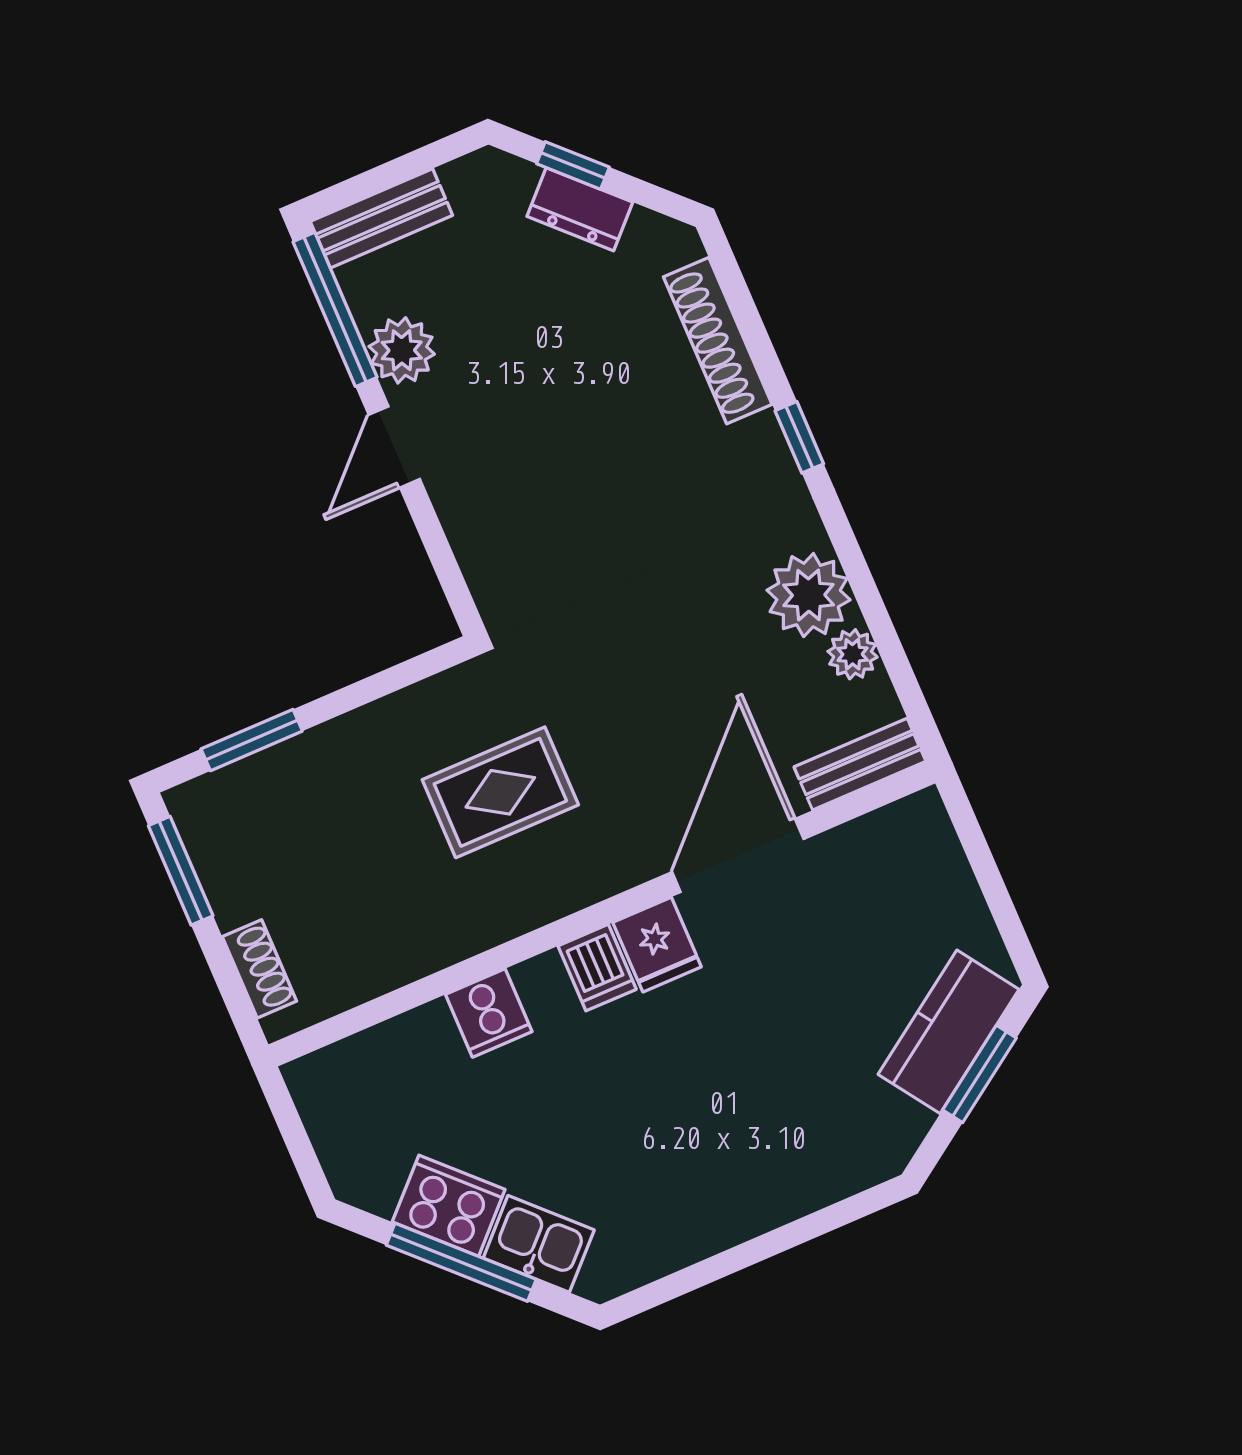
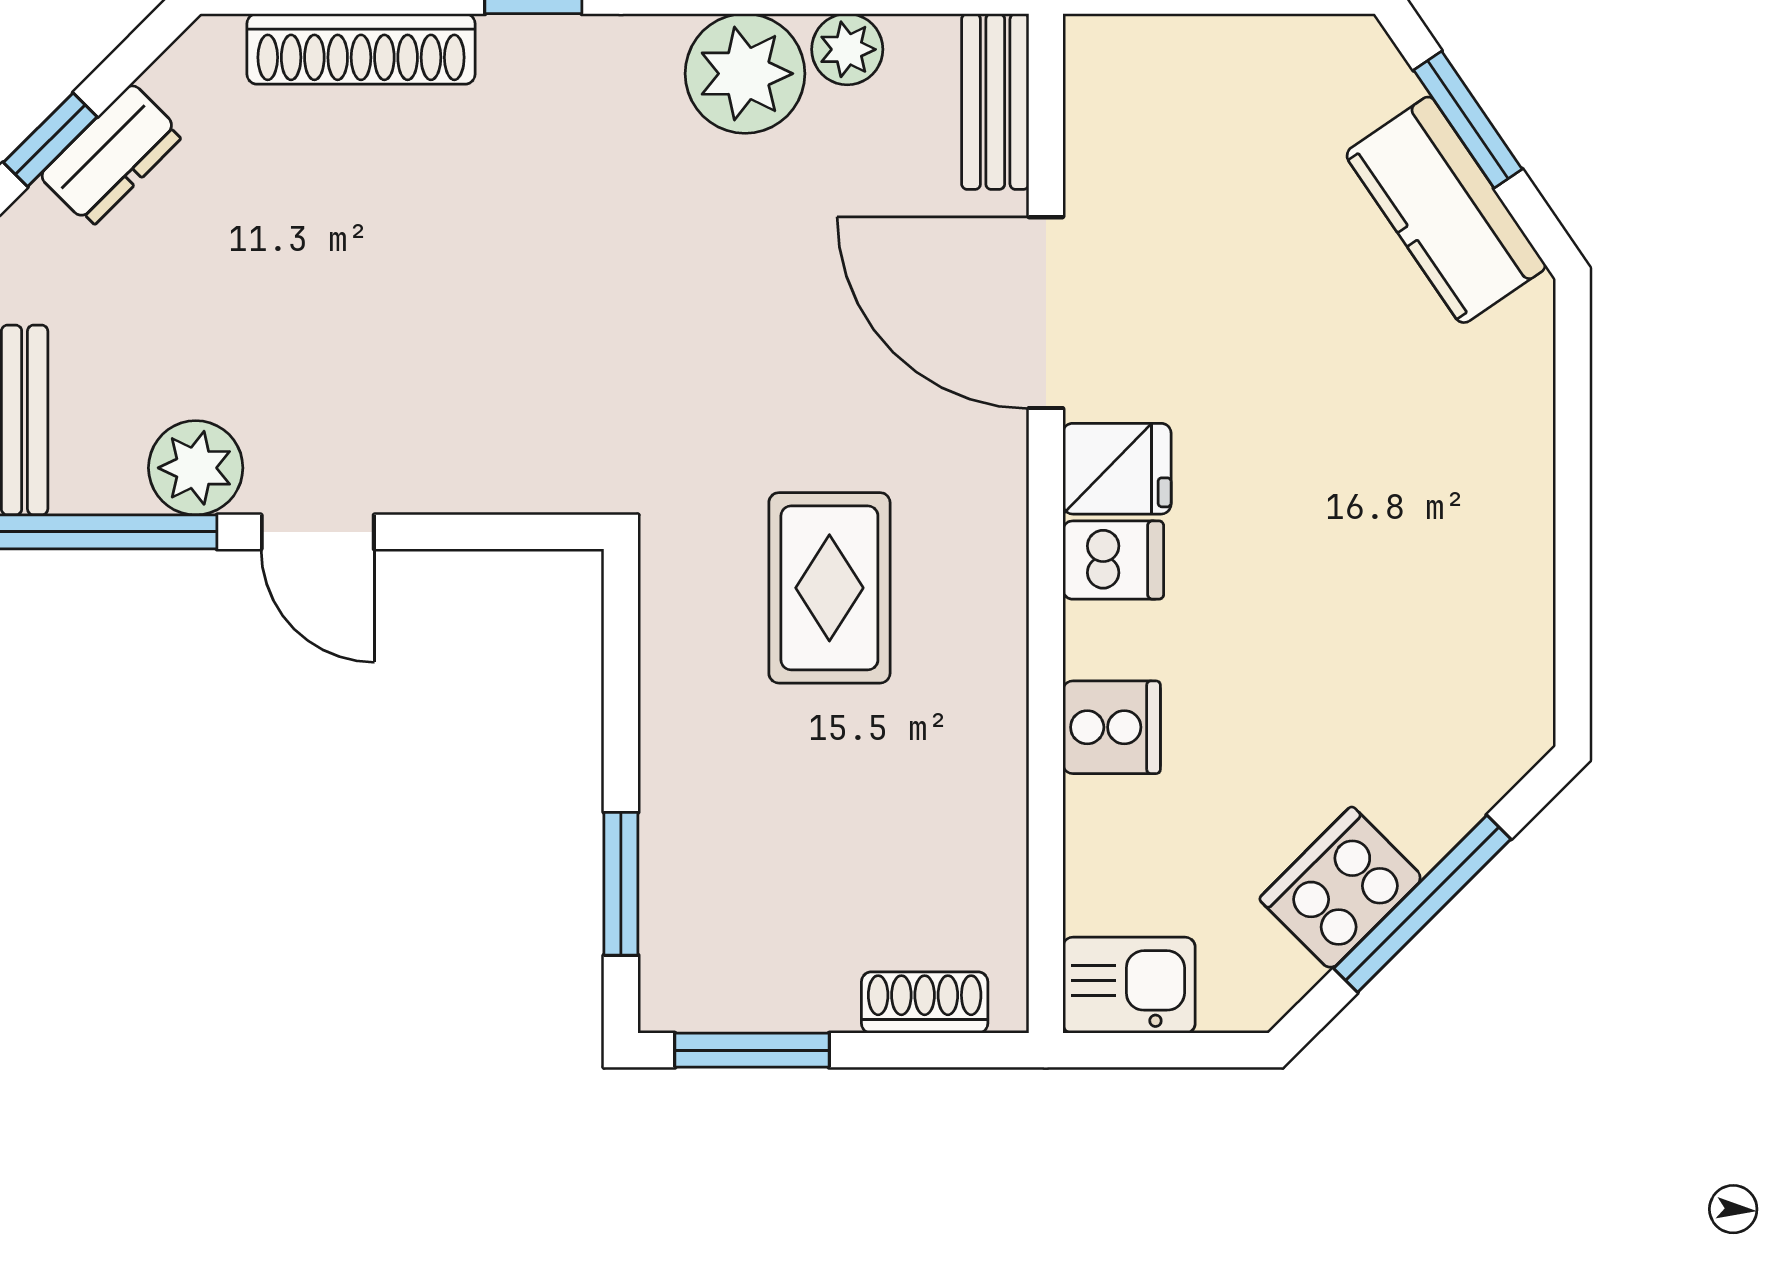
kitchen counter: (949, 1032) -> (1446, 210), moved
kitchen sink: (539, 1244) -> (1129, 985), moved, turned 45

